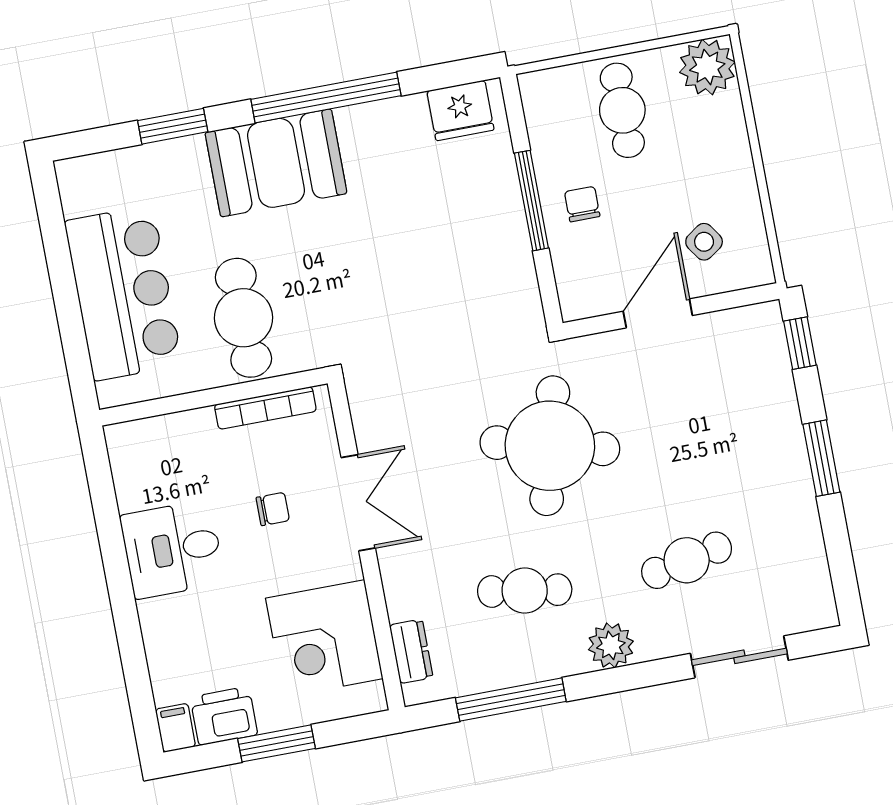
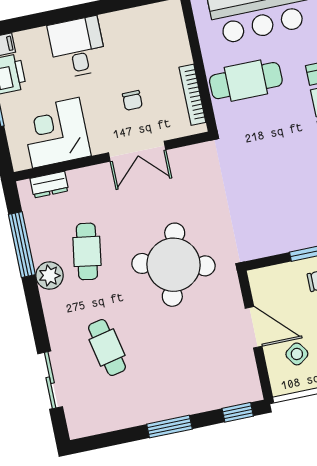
desk: (172, 549) -> (77, 47), moved
plant: (611, 645) -> (49, 276), moved

